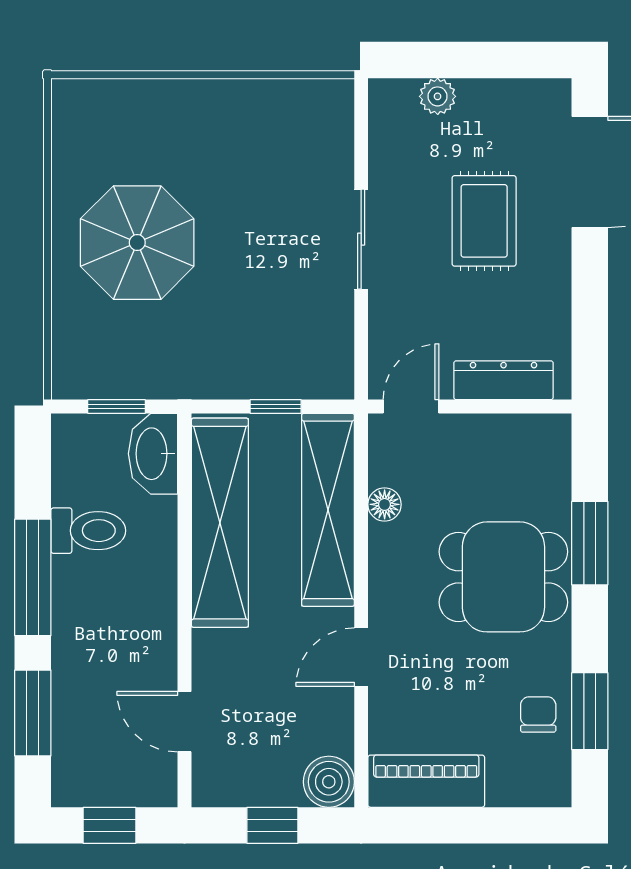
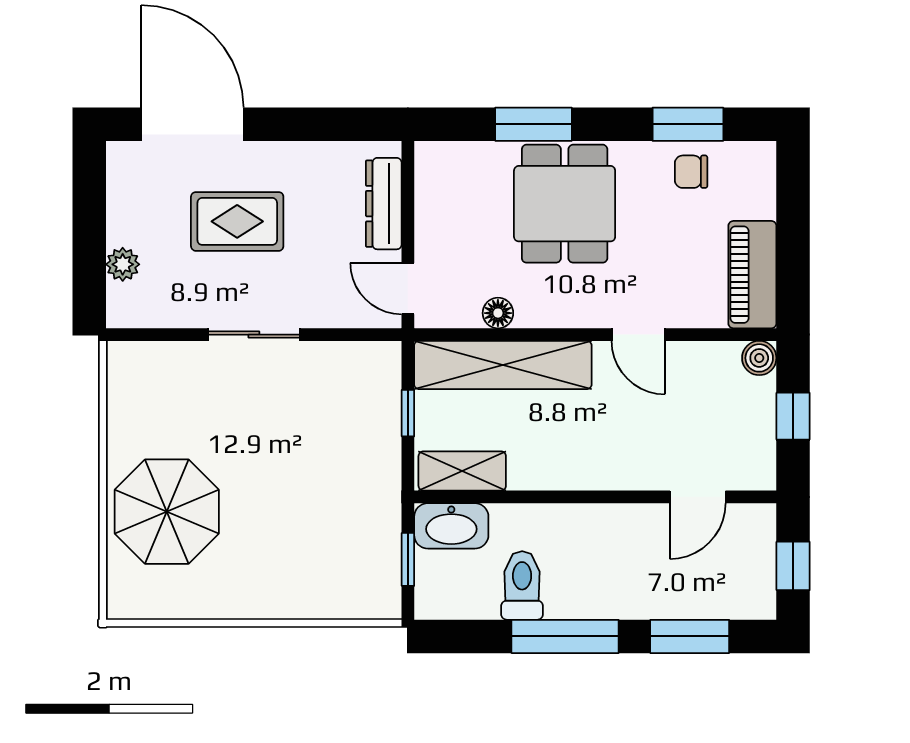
parasol: (137, 243) -> (167, 512), moved
shelving: (220, 523) -> (462, 471), width x0.45, depth x0.75
boiler: (329, 782) -> (759, 358), width x0.73, depth x0.73

